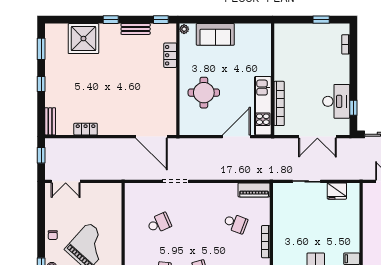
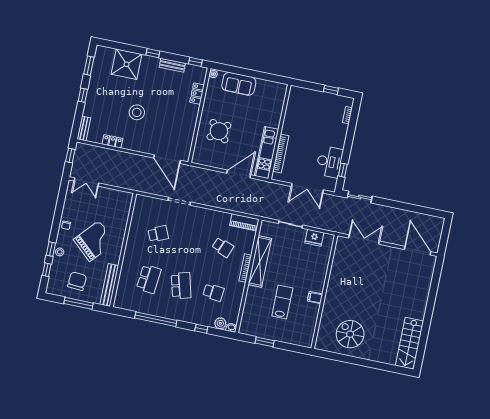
stool: (106, 91) -> (137, 112), added
round table: (204, 93) -> (219, 131), turned 45
shelving: (281, 231) -> (260, 261), added

